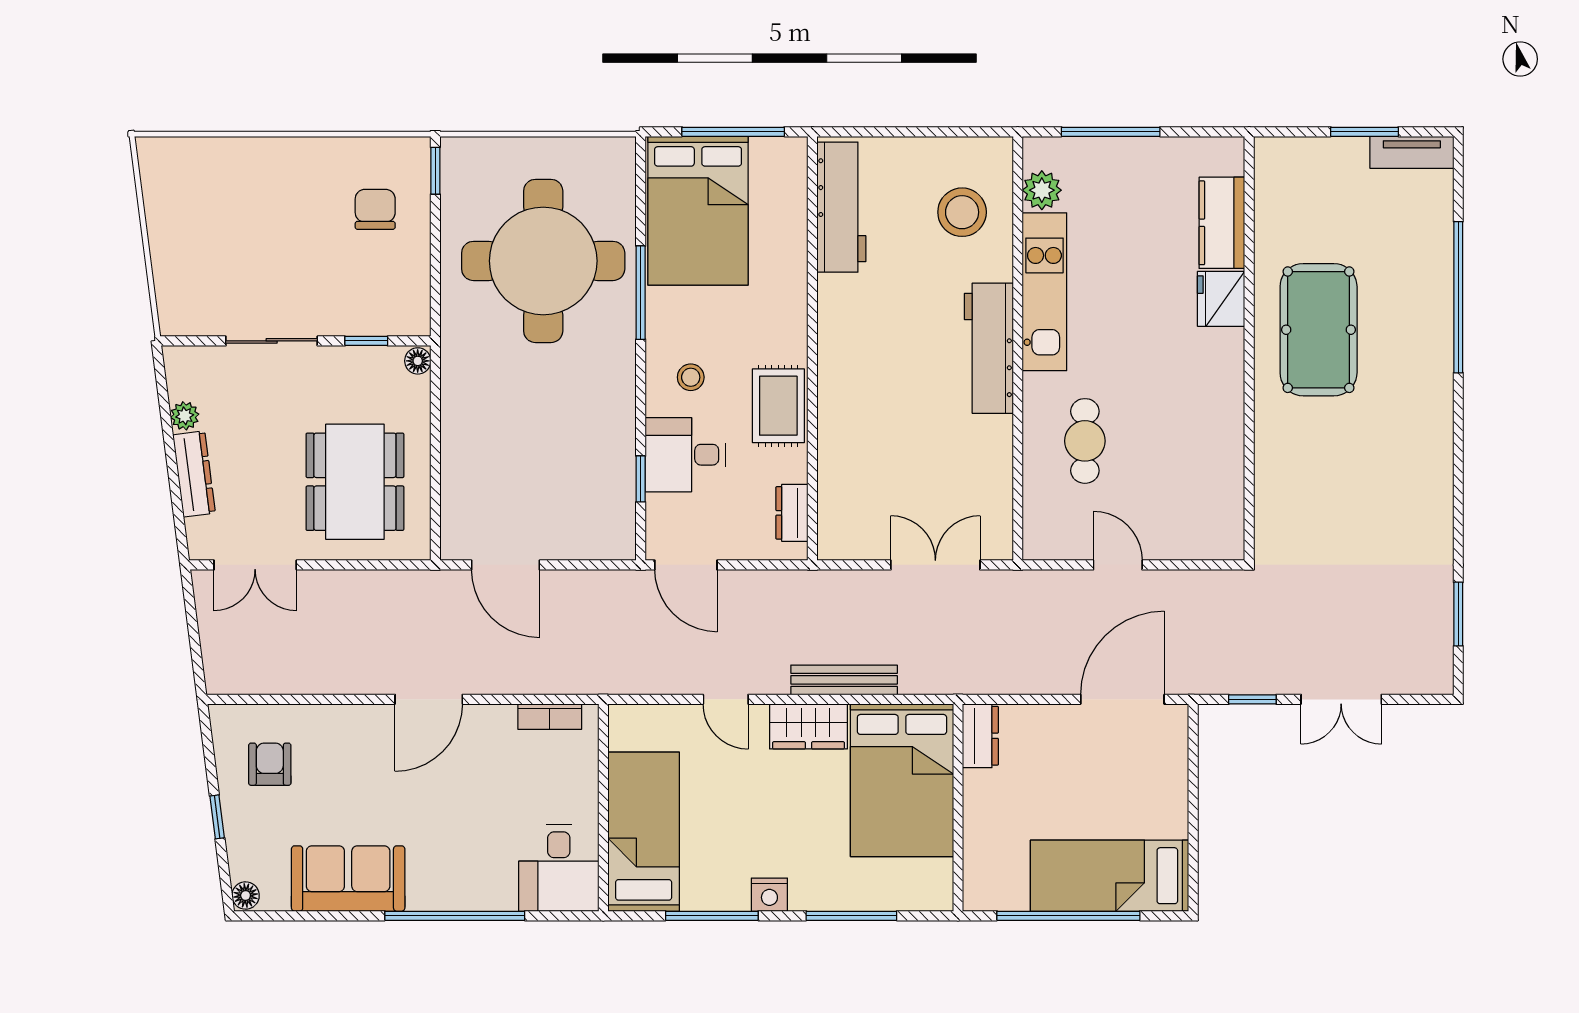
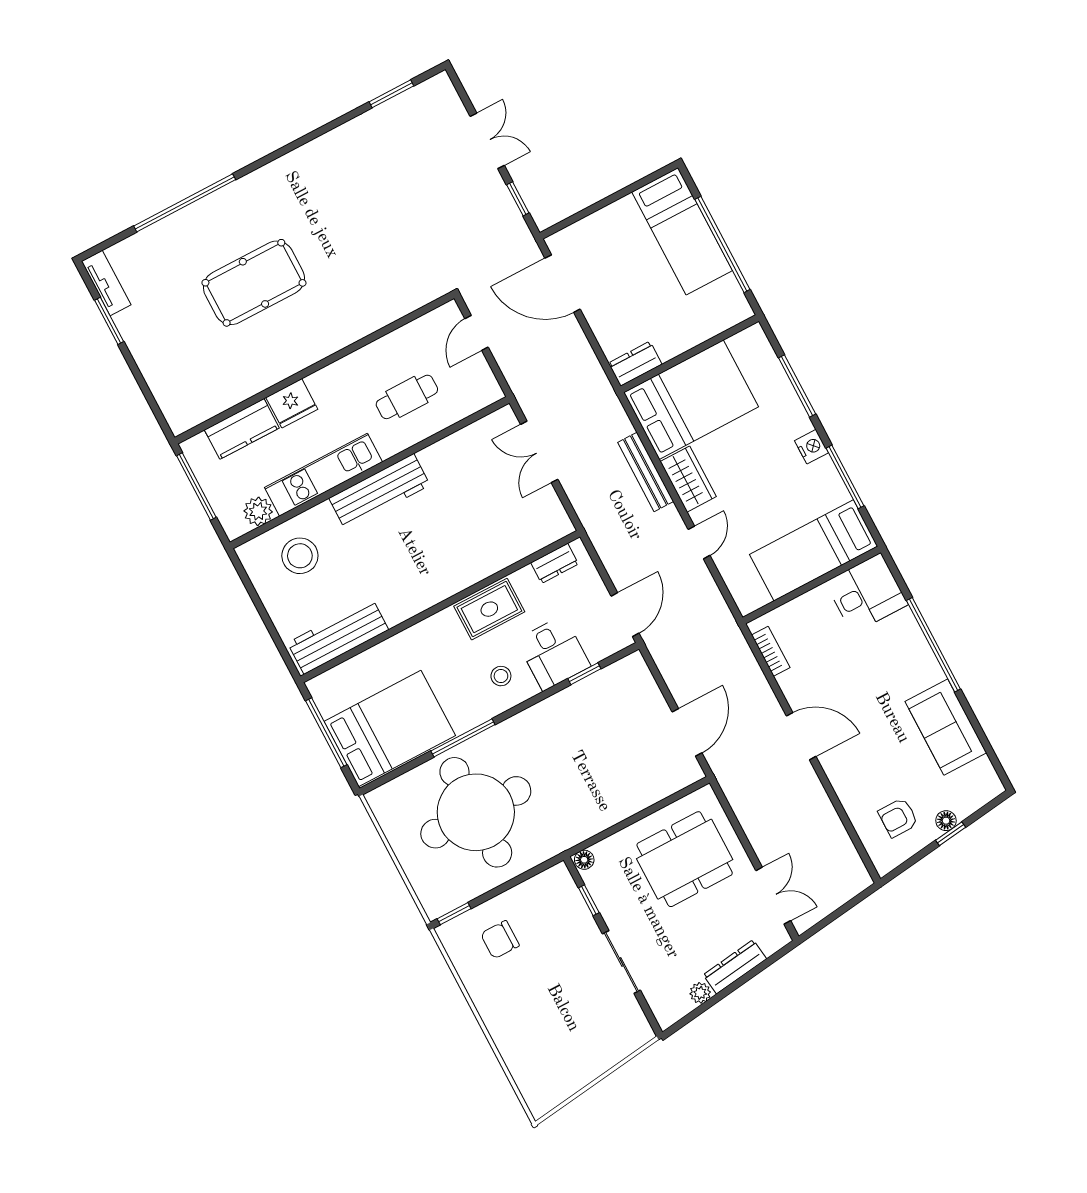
kitchen counter: (1222, 223) -> (242, 429), moved
fridge: (1221, 299) -> (292, 403), moved
wall: (1249, 348) -> (314, 368), moved
floor lamp: (246, 896) -> (946, 821), moved

